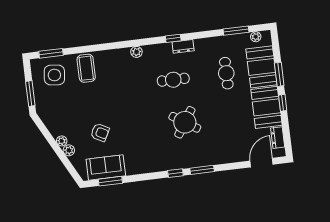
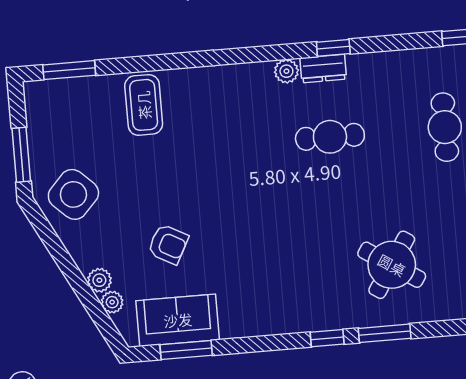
dresser: (183, 46) -> (323, 69), moved
plant: (136, 52) -> (286, 71), moved
side table: (54, 75) -> (73, 194), moved, turned 37
round table: (185, 122) -> (392, 265), moved
plant: (62, 141) -> (112, 302), moved

